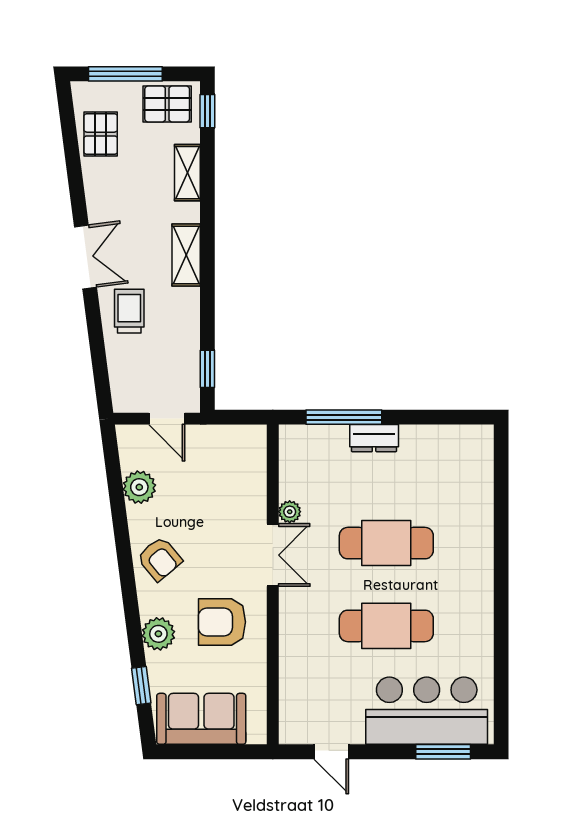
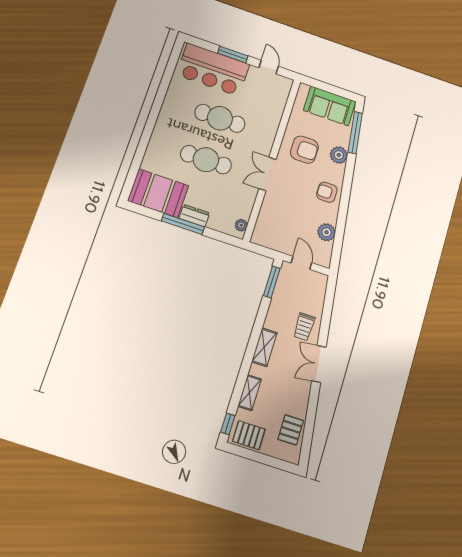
window: (125, 74) -> (267, 460), removed
window: (207, 369) -> (272, 282), width x1.50
window: (344, 417) -> (183, 224), moved
booth: (447, 456) -> (158, 193), added
plant: (290, 512) -> (241, 225), moved
armchair: (160, 559) -> (327, 192), turned -50
window: (141, 686) -> (355, 133), width x2.17
window: (443, 752) -> (233, 55), moved

